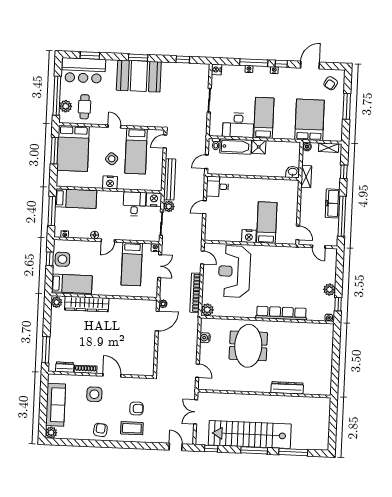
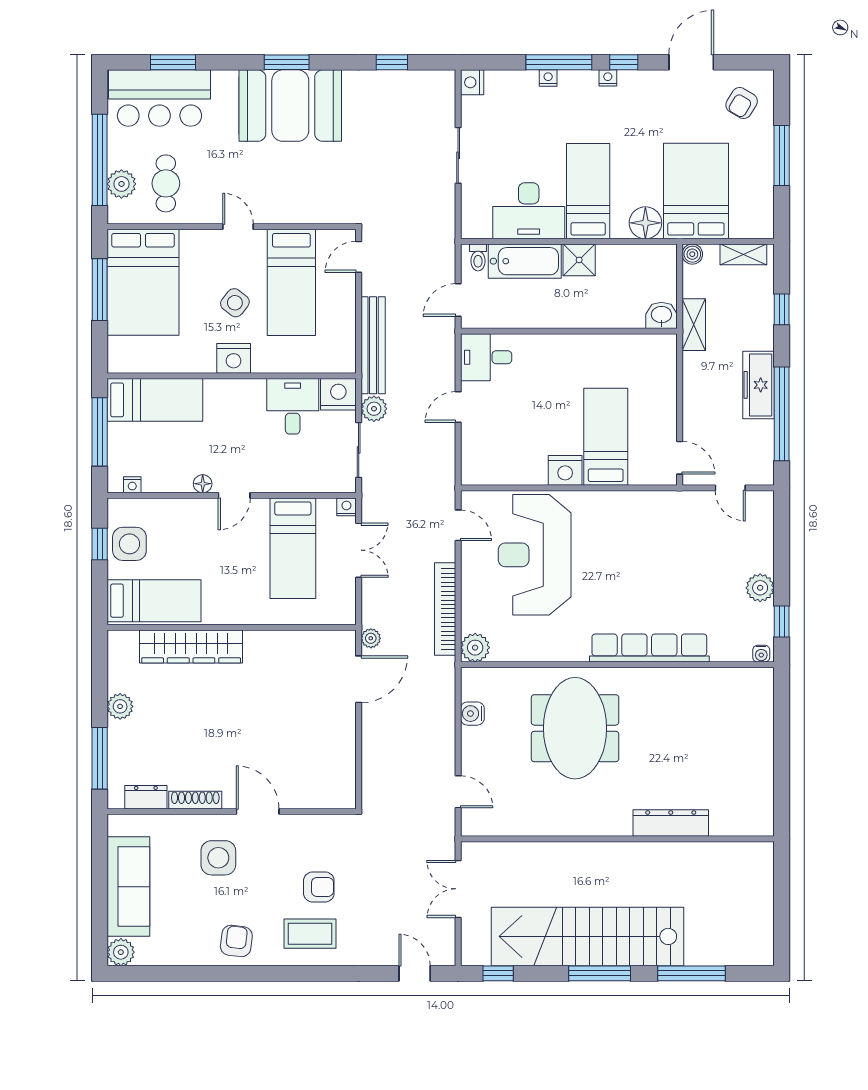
floor lamp: (288, 132) -> (645, 223), added
plant: (57, 302) -> (120, 706), moved

